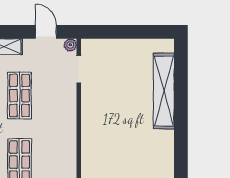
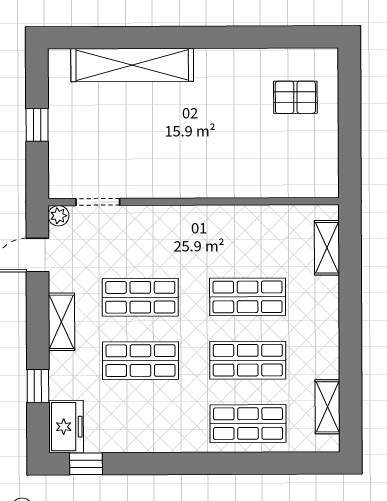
window: (127, 32) -> (37, 125), added

